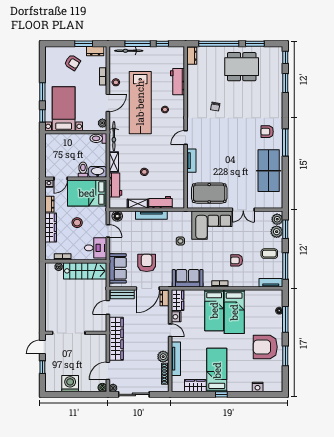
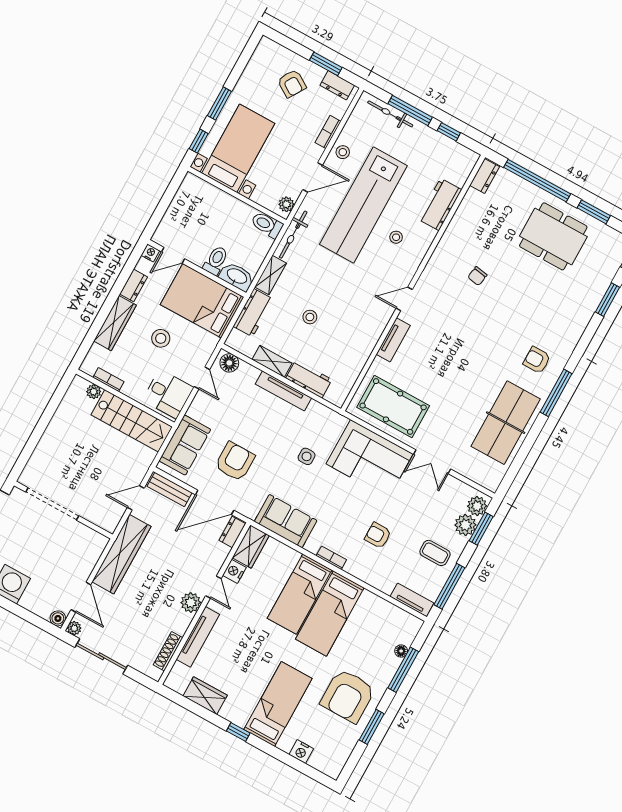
armchair: (265, 347) -> (348, 696), turned -90
plant: (163, 357) -> (191, 603), moved
bed: (217, 370) -> (278, 704), moved
door: (108, 371) -> (81, 597), swing flipped

